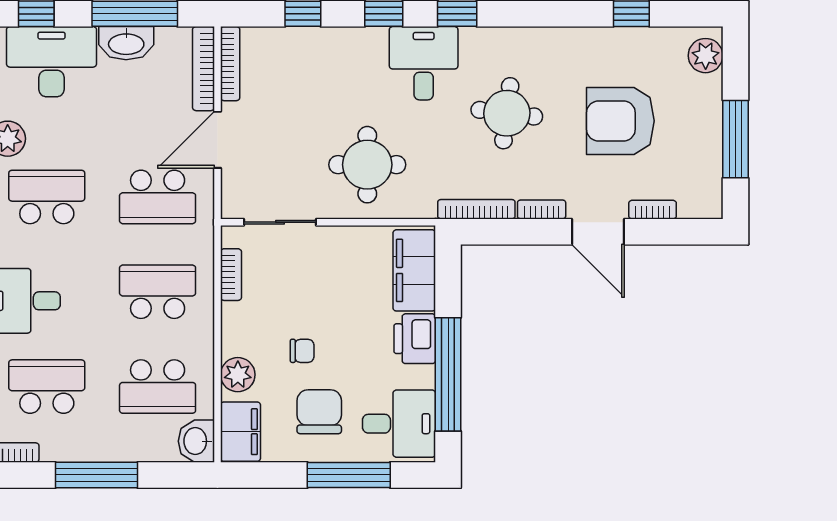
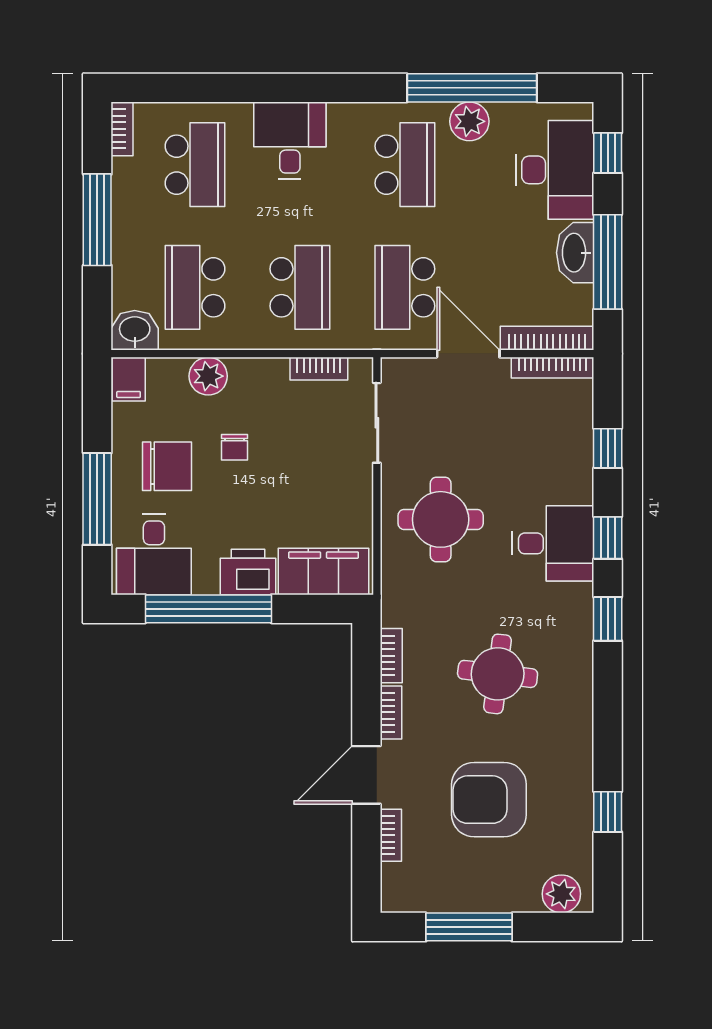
desk: (424, 63) -> (553, 543), moved
armchair: (620, 121) -> (489, 800), turned -90
bookcase: (476, 209) -> (391, 656), width x0.64
filing cabinet: (240, 432) -> (129, 379), width x0.50

